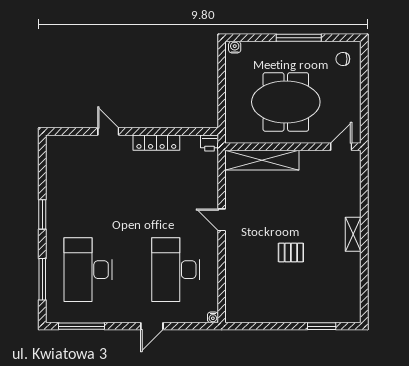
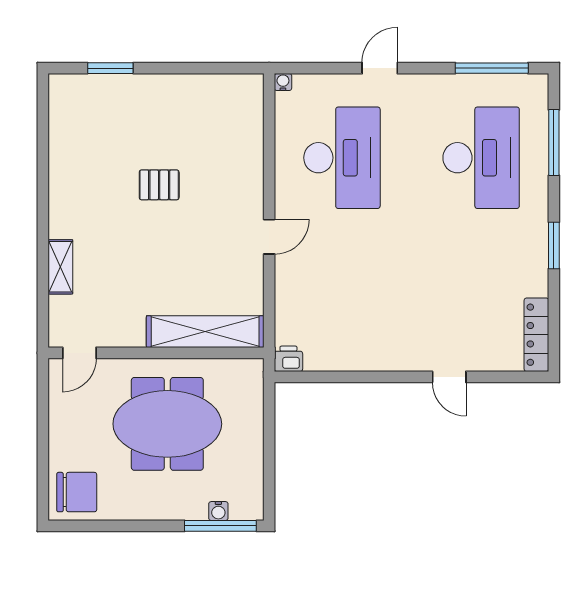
window: (299, 38) -> (220, 526), moved
water cooler: (235, 47) -> (218, 511), moved
chair: (343, 59) -> (77, 492), width x1.87, depth x1.87
locker: (156, 143) -> (536, 335), moved, turned -90
door: (222, 220) -> (269, 237), hinge flipped
shelving: (353, 234) -> (60, 267), moved

